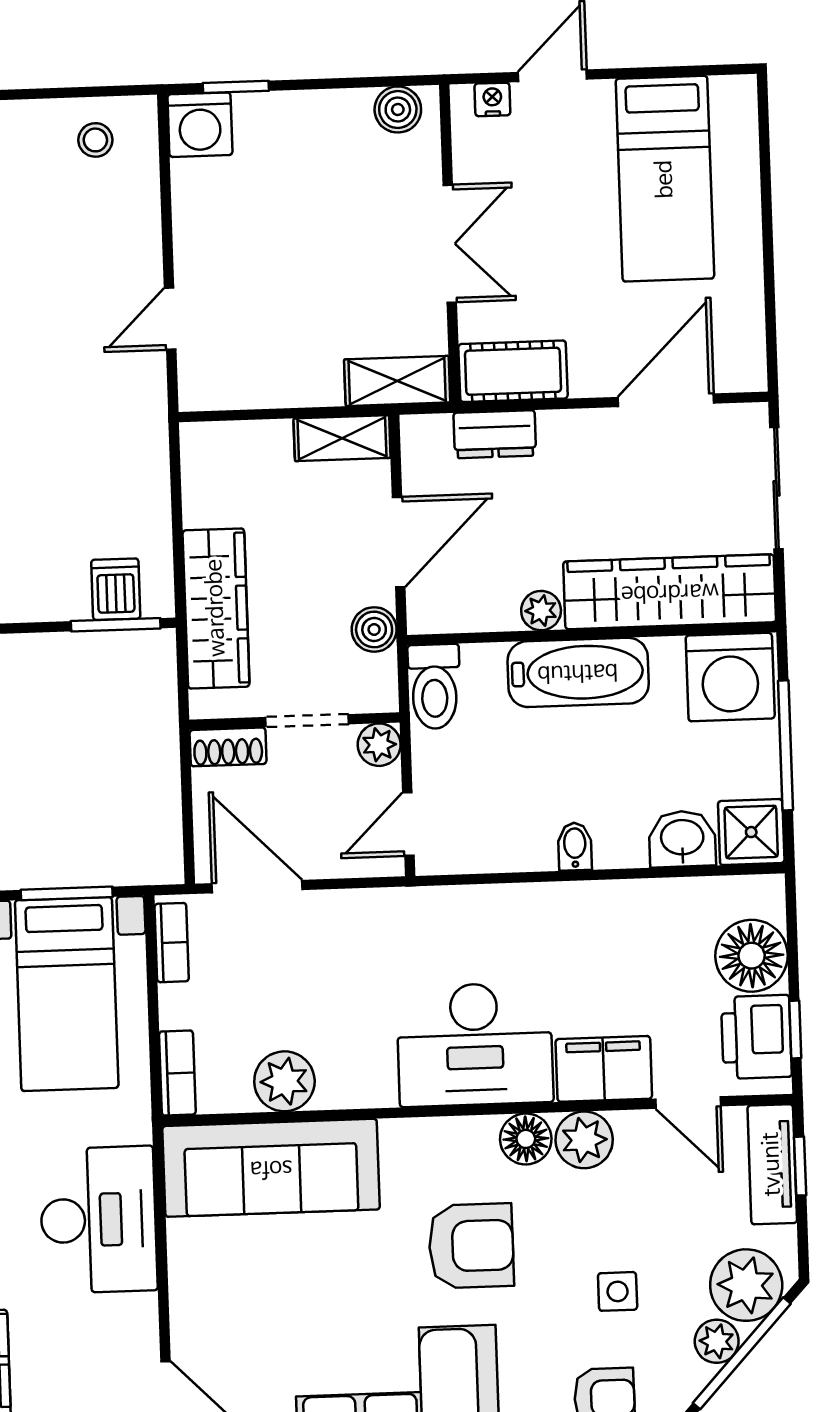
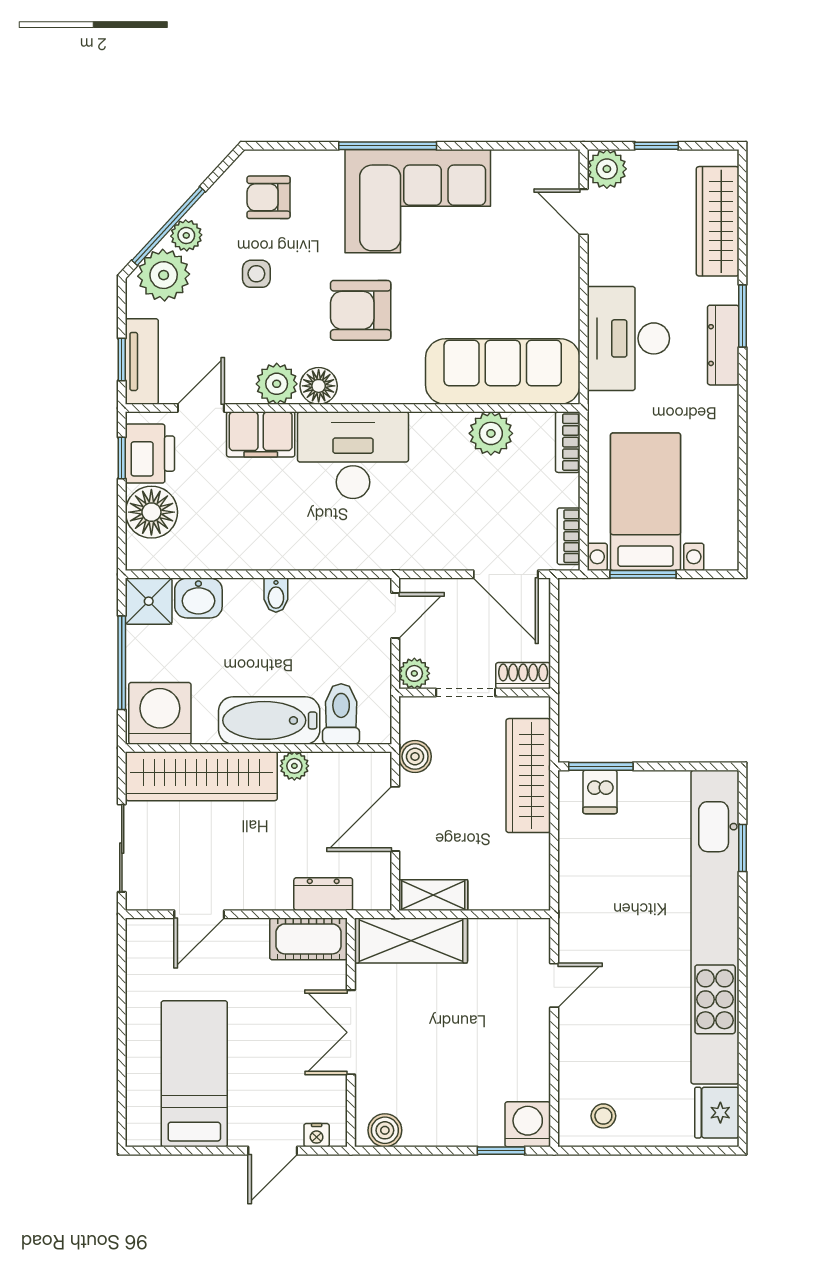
shelving: (397, 381) -> (411, 940), width x1.50, depth x1.33
door: (666, 400) -> (199, 914), width x0.73
toilet: (434, 687) -> (341, 714), moved
door: (688, 1103) -> (201, 408), hinge flipped

